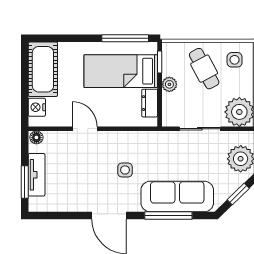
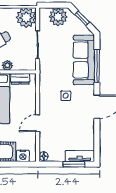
tv unit: (37, 175) -> (80, 156), moved

